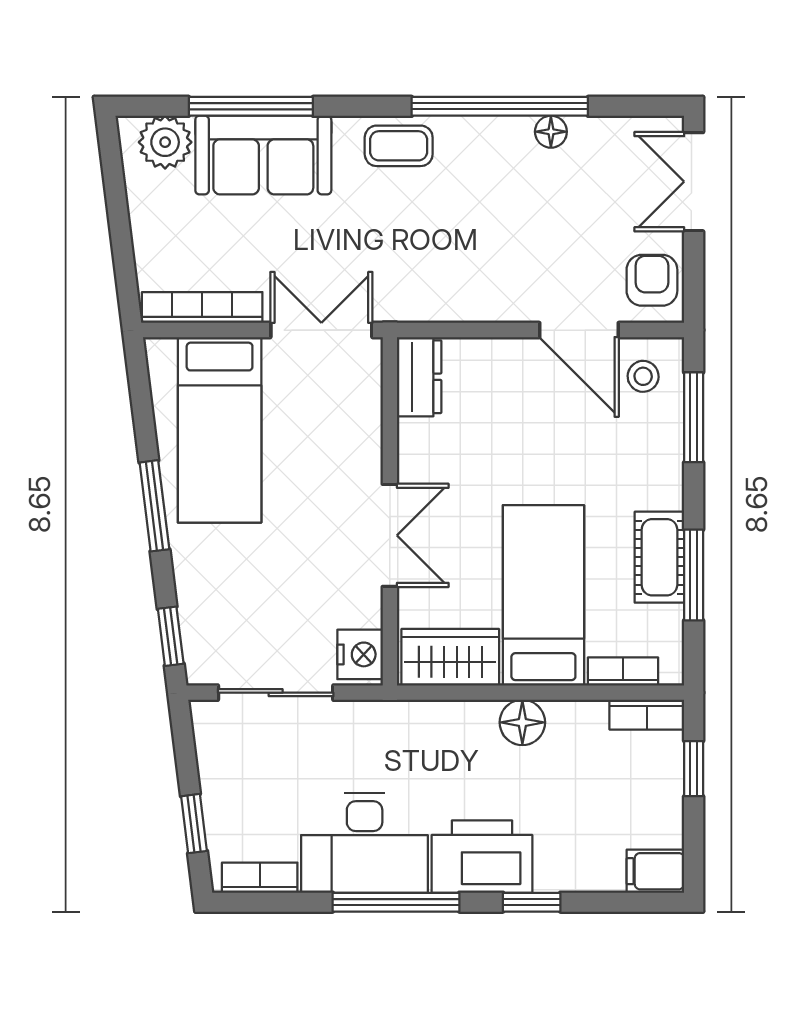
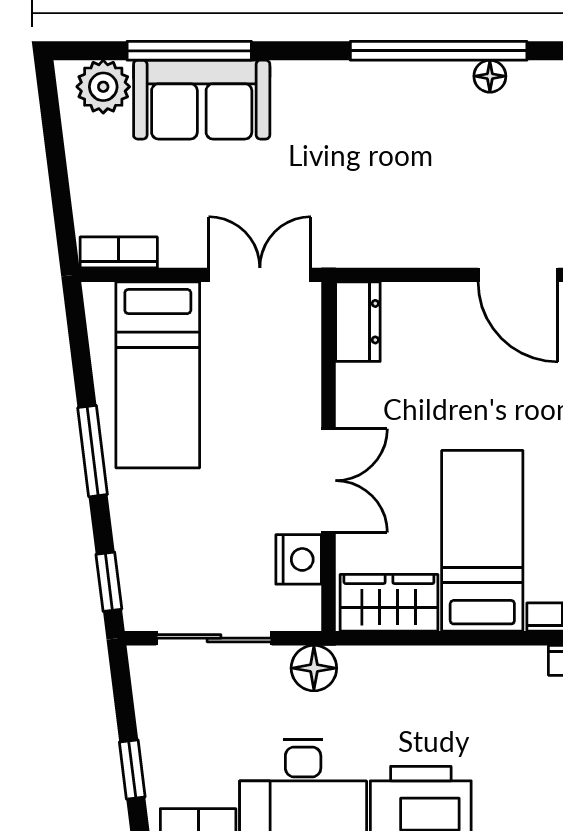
coffee table: (399, 146) -> (337, 90), removed
bookcase: (202, 308) -> (119, 252), width x0.64
nightstand: (360, 654) -> (299, 559), moved
floor lamp: (522, 722) -> (314, 668), moved

